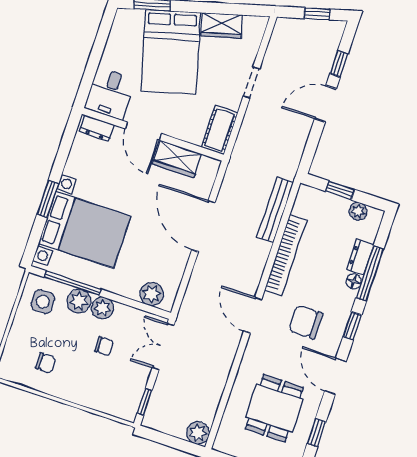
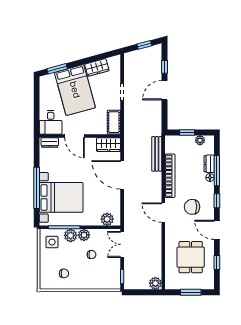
wardrobe: (177, 159) -> (109, 145), moved
window: (48, 199) -> (37, 188), width x2.11

